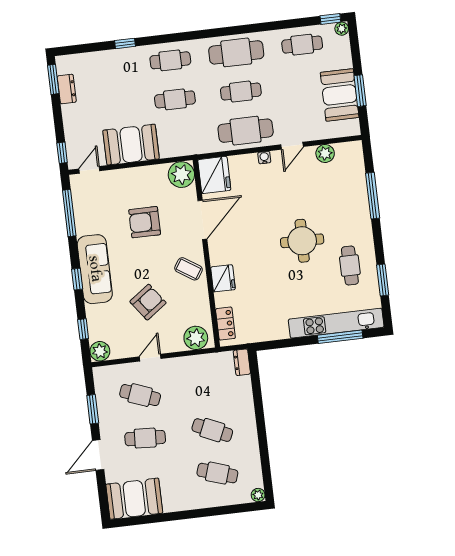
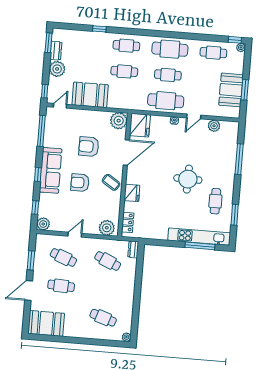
plant: (74, 116) -> (57, 69), added
armchair: (148, 302) -> (80, 183), moved, turned -144
cafe table: (212, 430) -> (108, 261), moved

